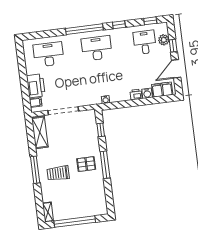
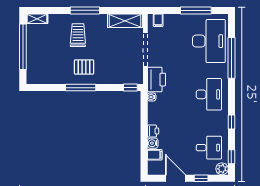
window: (84, 29) -> (231, 58), moved
plant: (164, 40) -> (222, 169), moved
desk: (49, 54) -> (209, 41), width x1.36, depth x1.30
window: (22, 70) -> (196, 10), added
printer: (36, 86) -> (156, 80), moved, turned -90
filing cabinet: (162, 90) -> (155, 155), width x0.50
window: (101, 130) -> (130, 88), moved
pallet: (86, 164) -> (84, 67), turned 90

